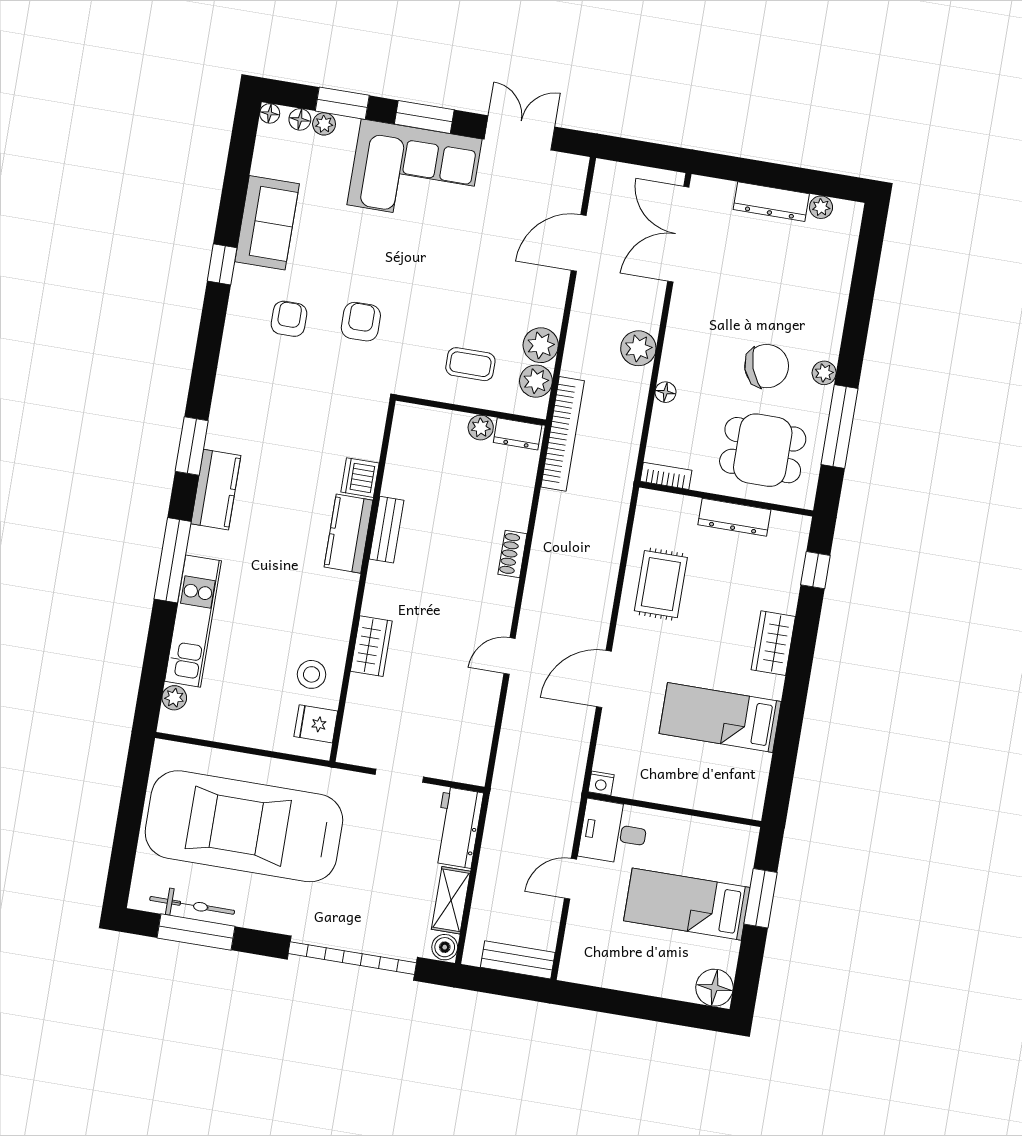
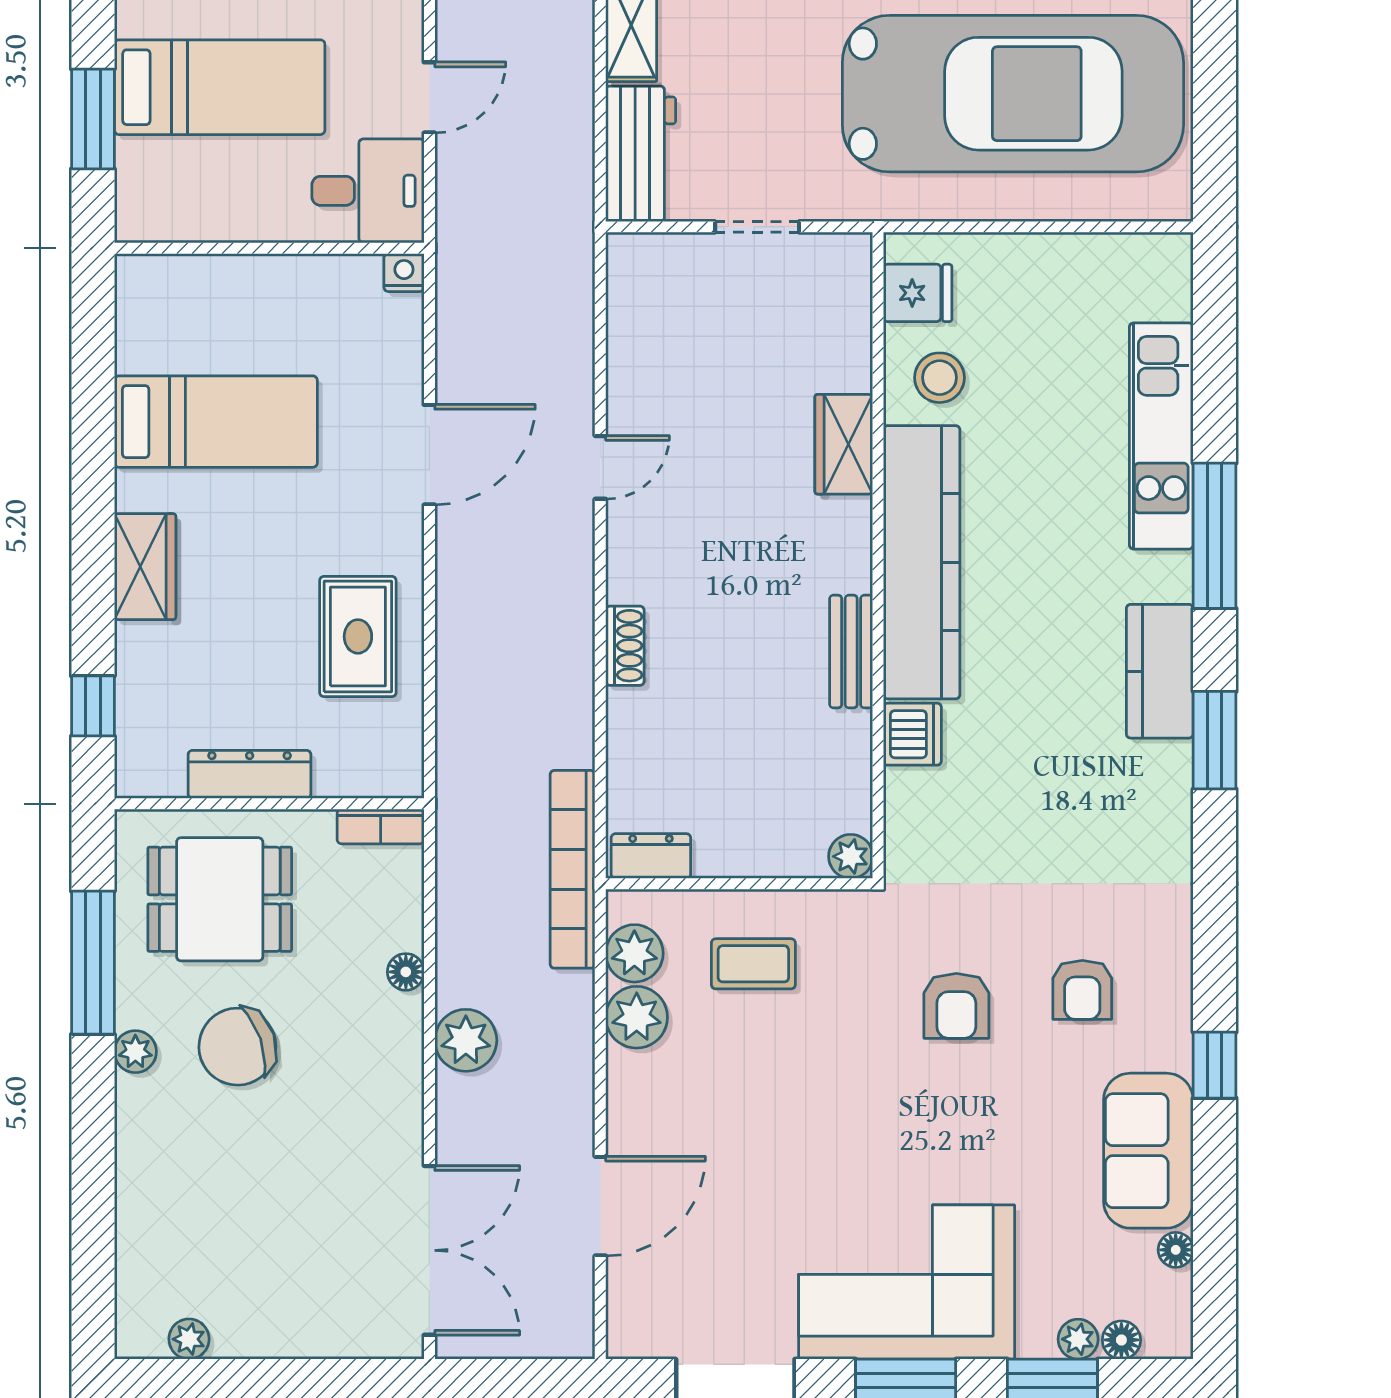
floor lamp: (270, 113) -> (1176, 1250), moved
dresser: (771, 202) -> (277, 1334), removed
plant: (481, 428) -> (851, 856), moved
kitchen counter: (348, 534) -> (922, 562), width x2.08, depth x1.17
plant: (174, 698) -> (1172, 297), removed

